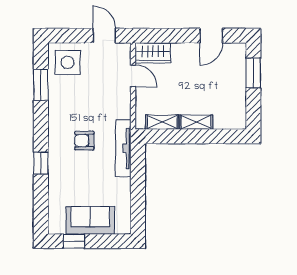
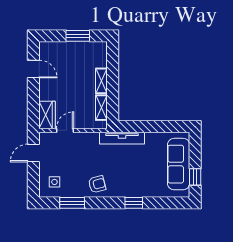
side table: (68, 62) -> (54, 182), width x0.54, depth x0.54
window: (253, 73) -> (78, 36), moved
armchair: (84, 141) -> (97, 184), moved, turned -105
sofa: (90, 220) -> (179, 164), width x1.36

